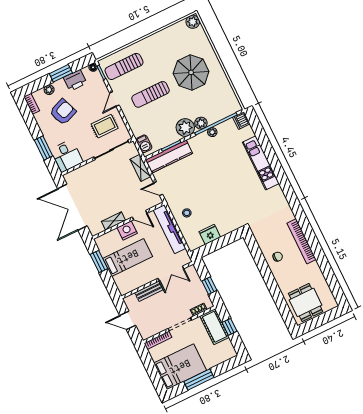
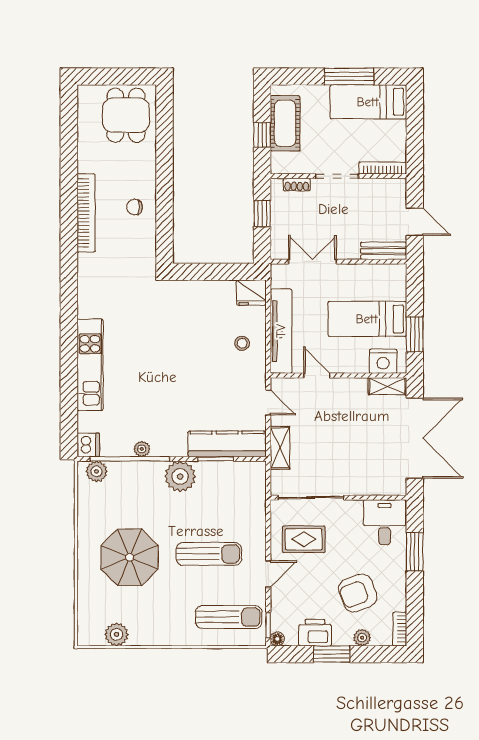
plant: (193, 22) -> (117, 634), moved
plant: (201, 123) -> (96, 471), moved
barbecue: (144, 144) -> (256, 482), removed
shelving: (113, 221) -> (387, 386), moved
nightstand: (127, 230) -> (383, 361), moved
fridge: (210, 234) -> (251, 293), moved
bench: (149, 291) -> (384, 251), moved
cot: (215, 327) -> (285, 123), moved
bed: (180, 367) -> (368, 102), width x0.67

